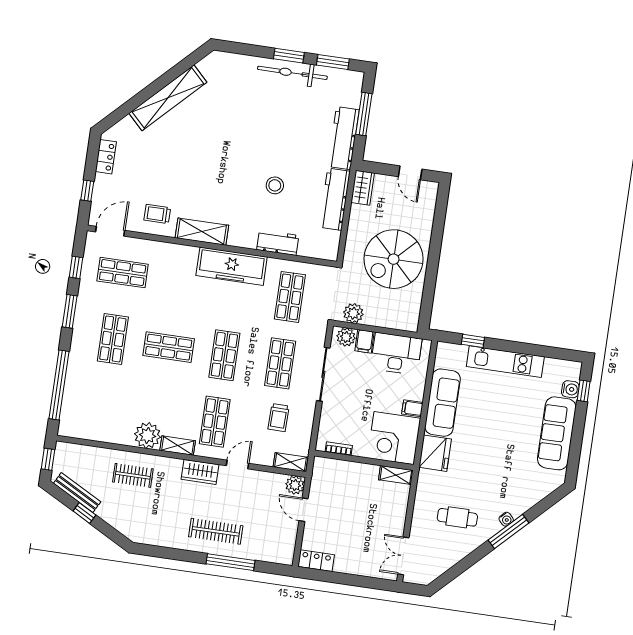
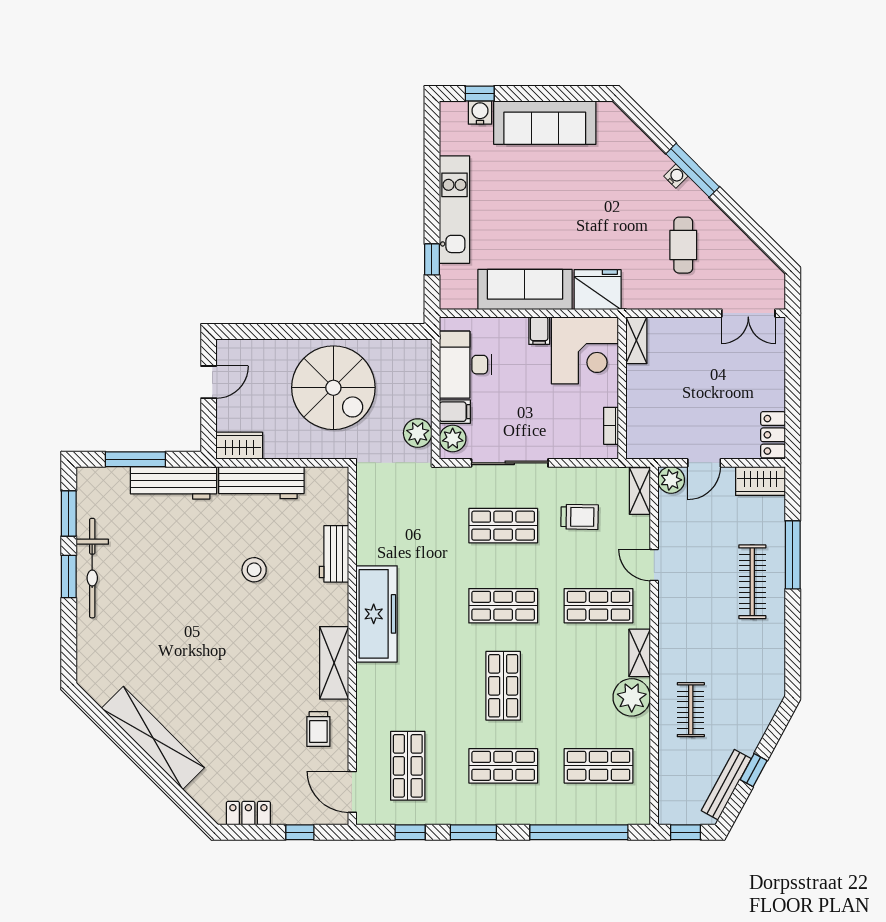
shop shelf: (290, 297) -> (599, 766), moved
wardrobe: (200, 472) -> (760, 481), moved, turned 90

